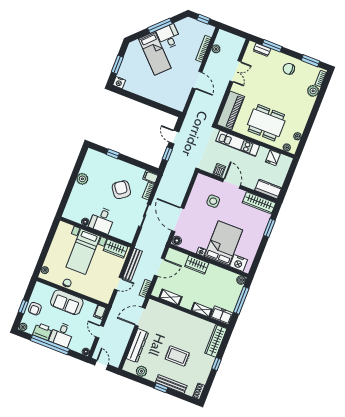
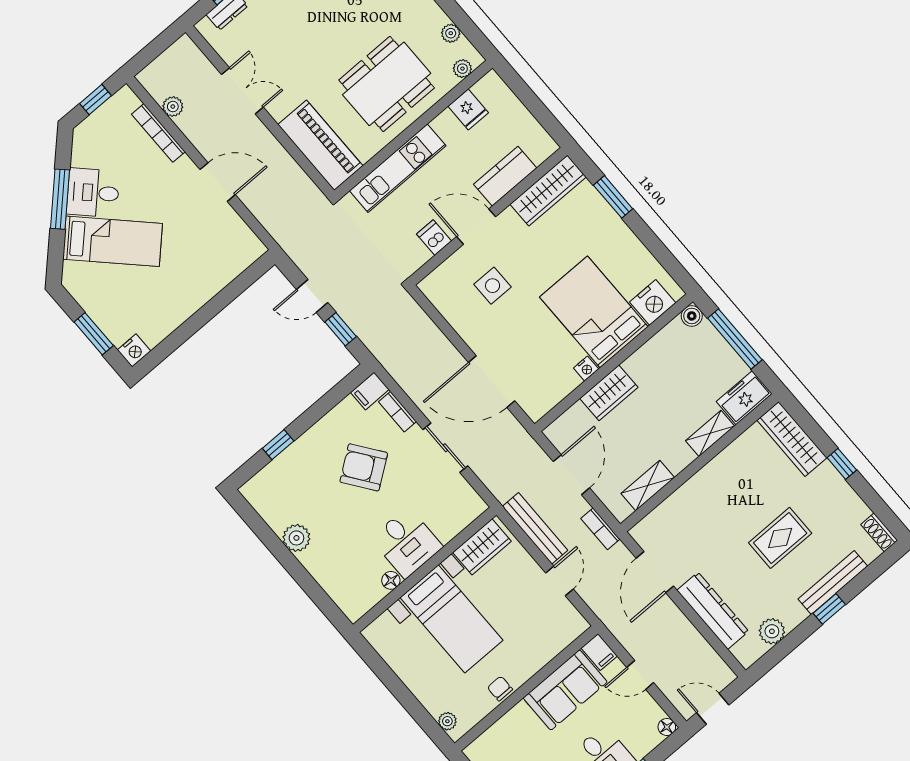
kitchen counter: (268, 189) -> (505, 176), moved
floor lamp: (177, 241) -> (535, 408), removed
sofa: (67, 302) -> (565, 690), moved

